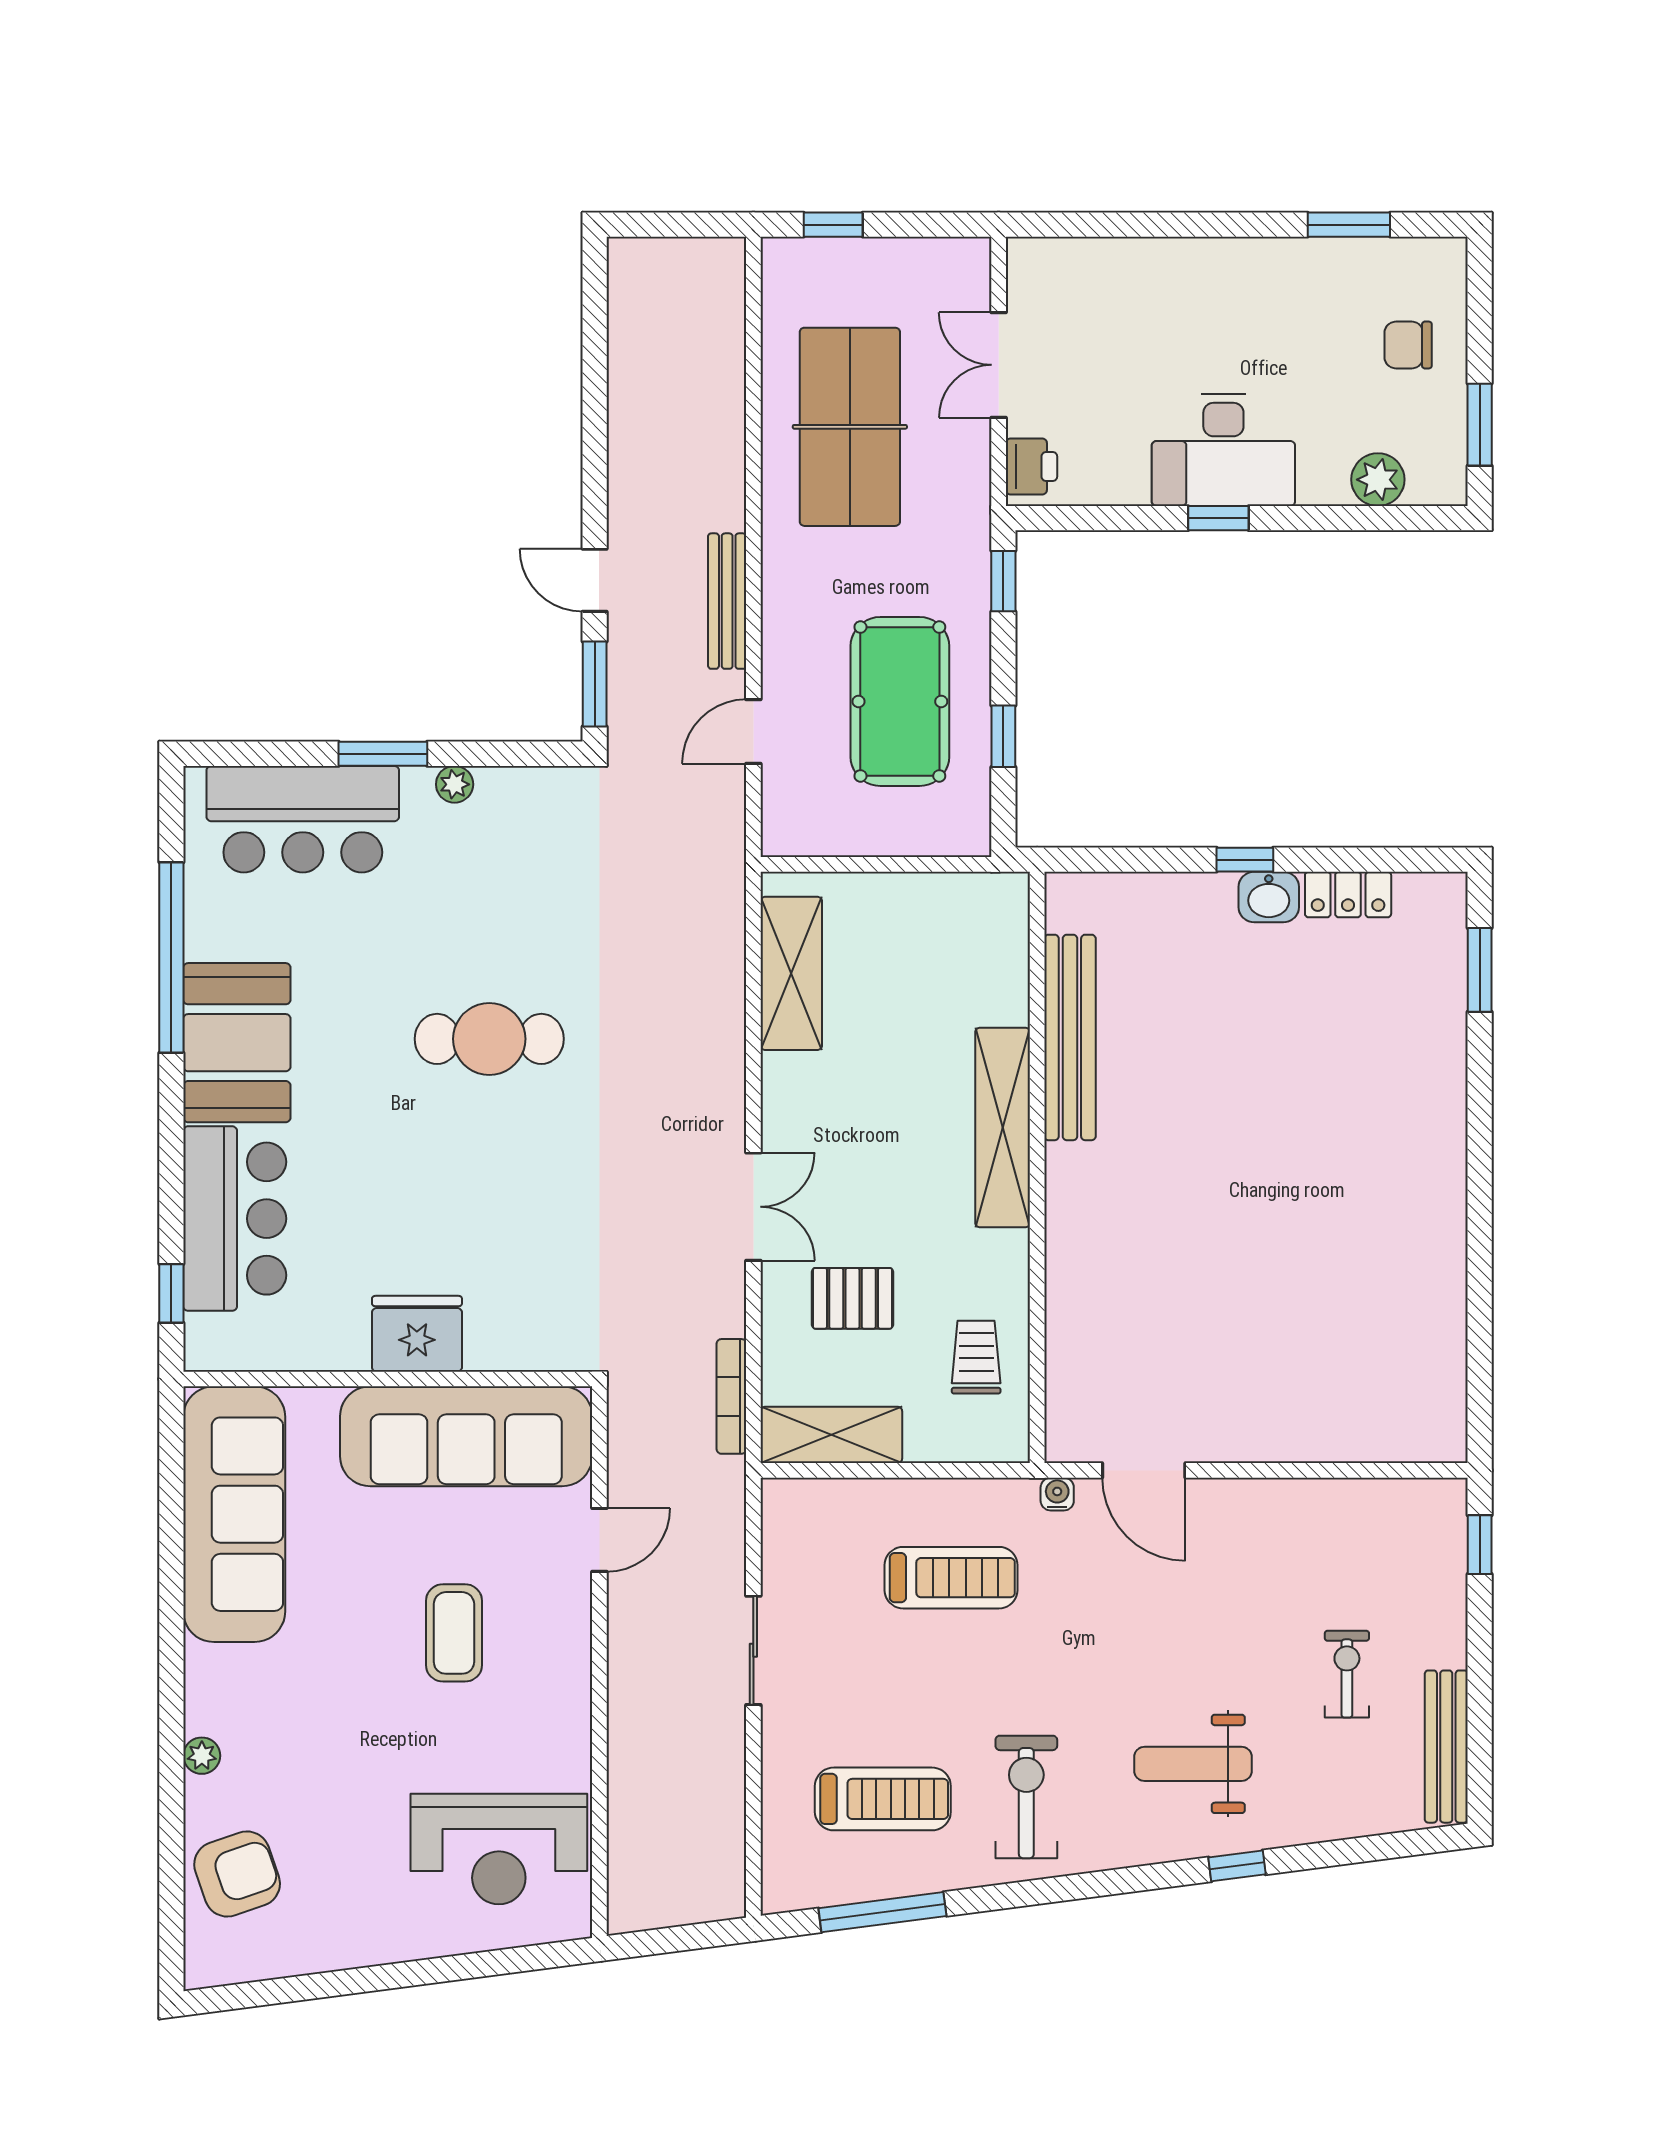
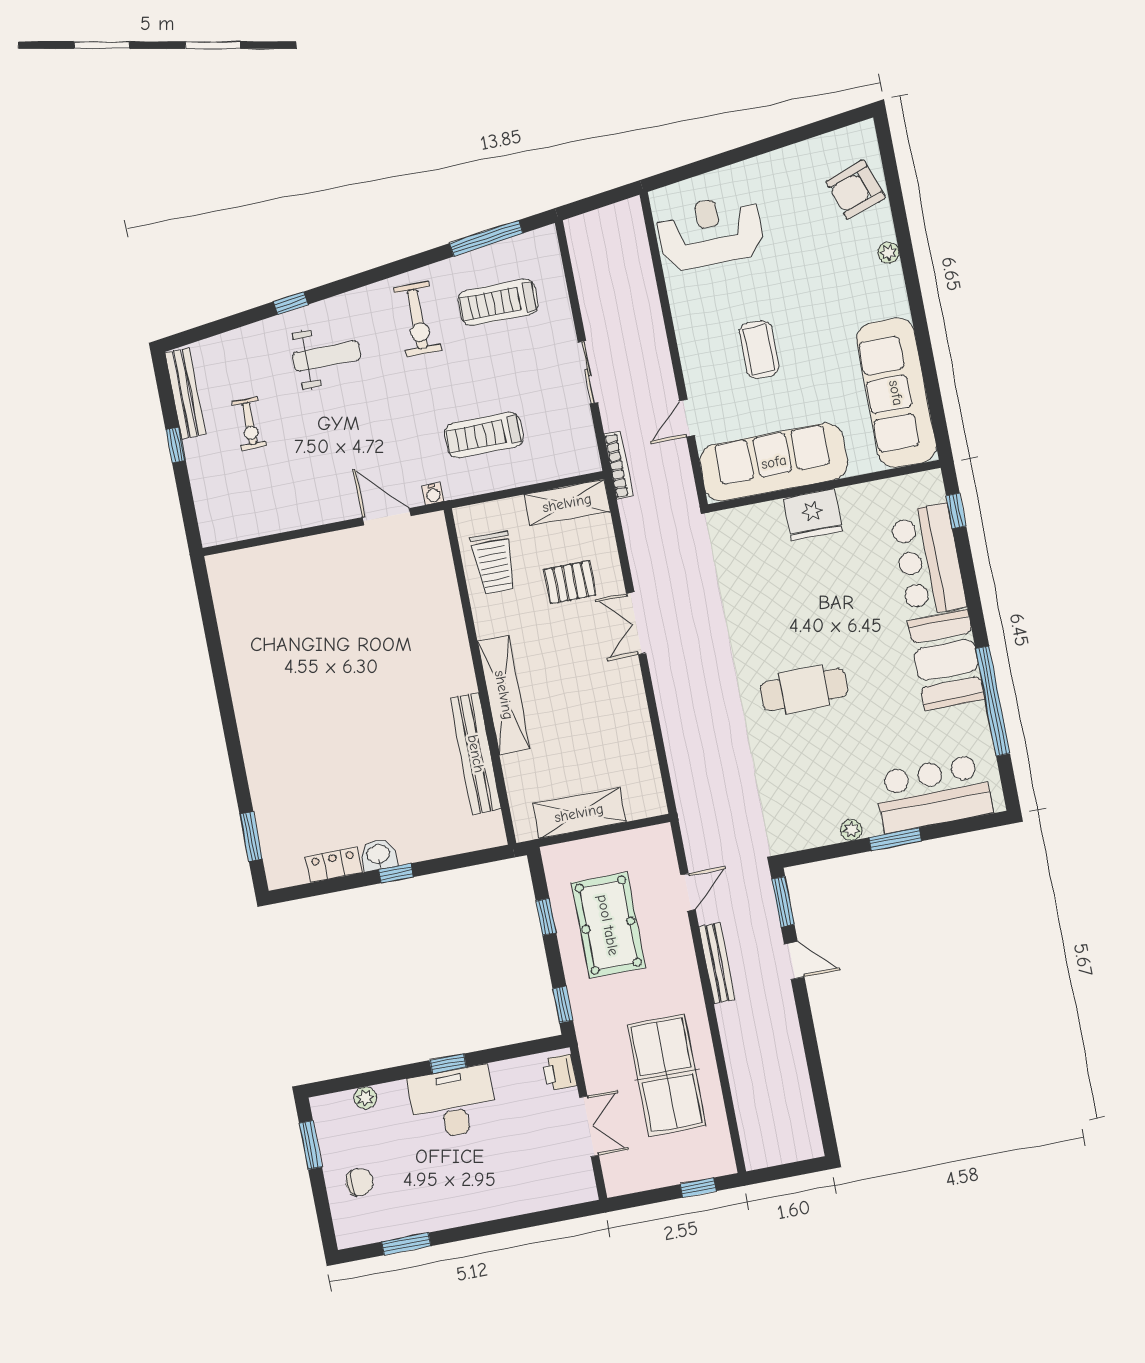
plant: (1378, 480) -> (365, 1098), width x0.73, depth x0.73
shelving: (791, 973) -> (579, 813), moved, turned 90
trolley: (976, 1357) -> (494, 563), width x1.36, depth x1.39
bookcase: (731, 1396) -> (619, 465), moved
window: (1480, 1545) -> (176, 445), moved

